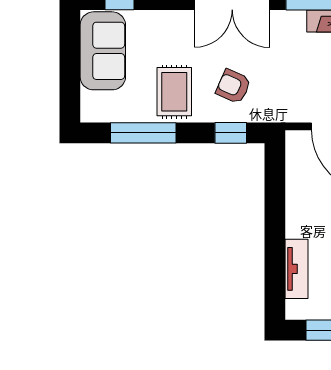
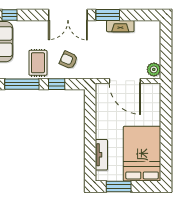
window: (231, 133) -> (57, 84), moved

